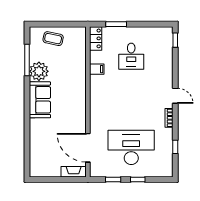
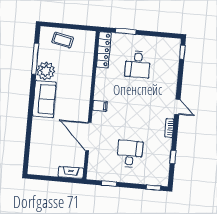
locker: (96, 38) -> (104, 50), width x1.53
filing cabinet: (97, 69) -> (100, 106), moved
desk: (131, 147) -> (130, 154), width x0.53, depth x0.77
door: (88, 148) -> (88, 137), moved
window: (138, 179) -> (153, 188), moved

